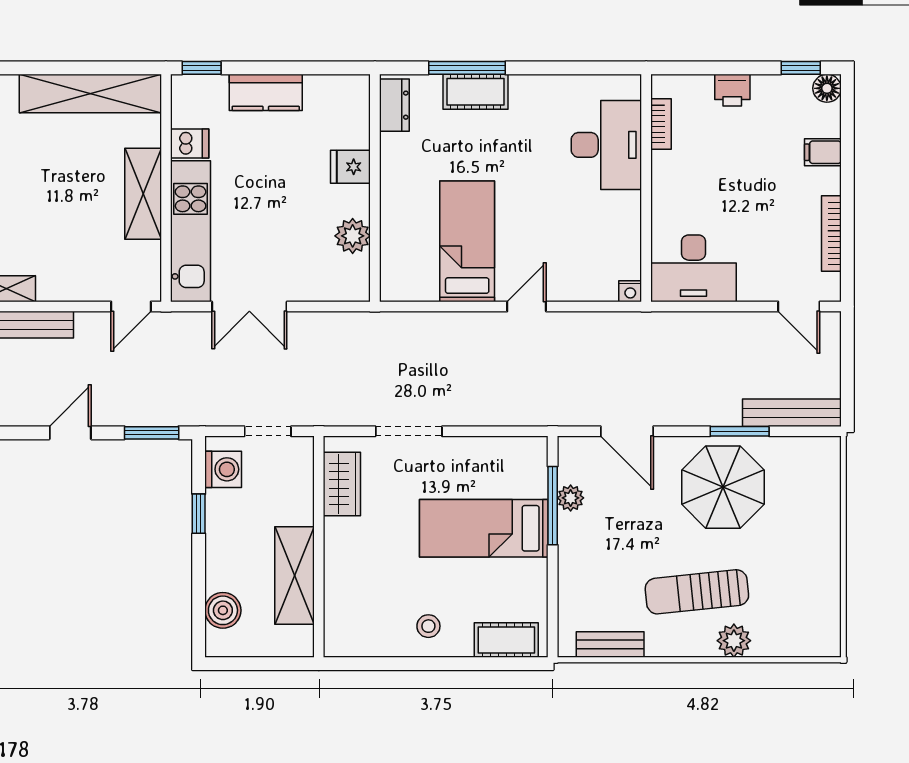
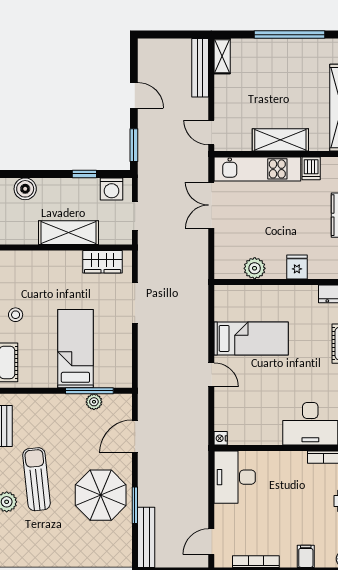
shelving: (295, 576) -> (69, 233), moved

